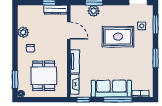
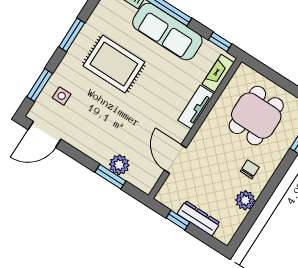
dresser: (56, 10) -> (199, 218), moved
rug: (118, 37) -> (114, 64), moved

